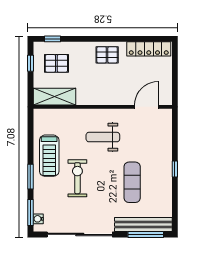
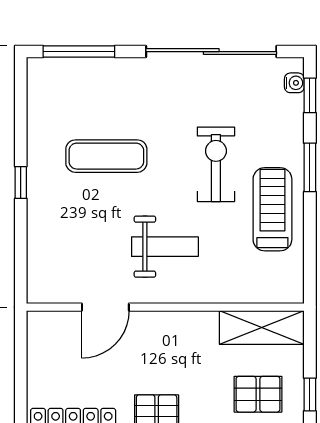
door: (146, 107) -> (105, 307), moved
exercise bike: (77, 178) -> (216, 164), turned 180
exercise mat: (132, 182) -> (106, 156), turned 90
window: (30, 213) -> (310, 95), width x0.67
bench: (143, 225) -> (84, 72), removed

